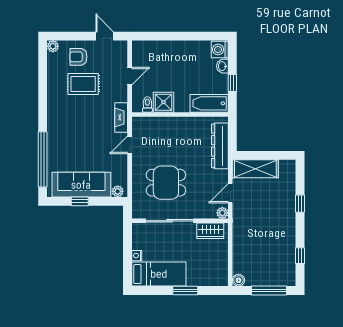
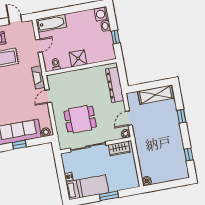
shower: (164, 102) -> (78, 58), moved
bathtub: (209, 103) -> (52, 23), moved, turned 180
shelving: (255, 169) -> (156, 95), moved
window: (269, 291) -> (171, 184), removed

